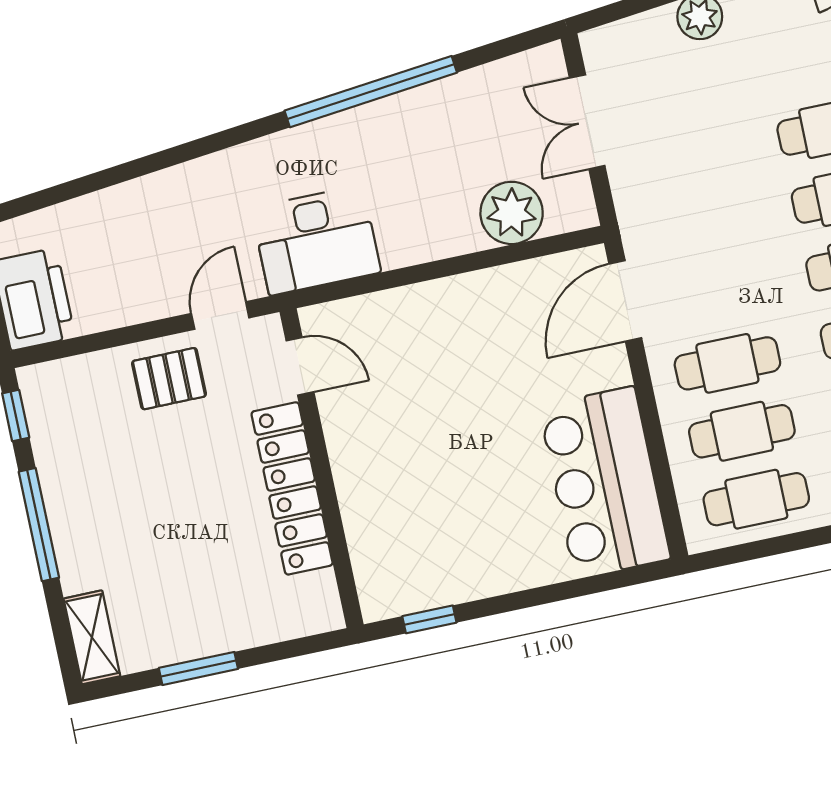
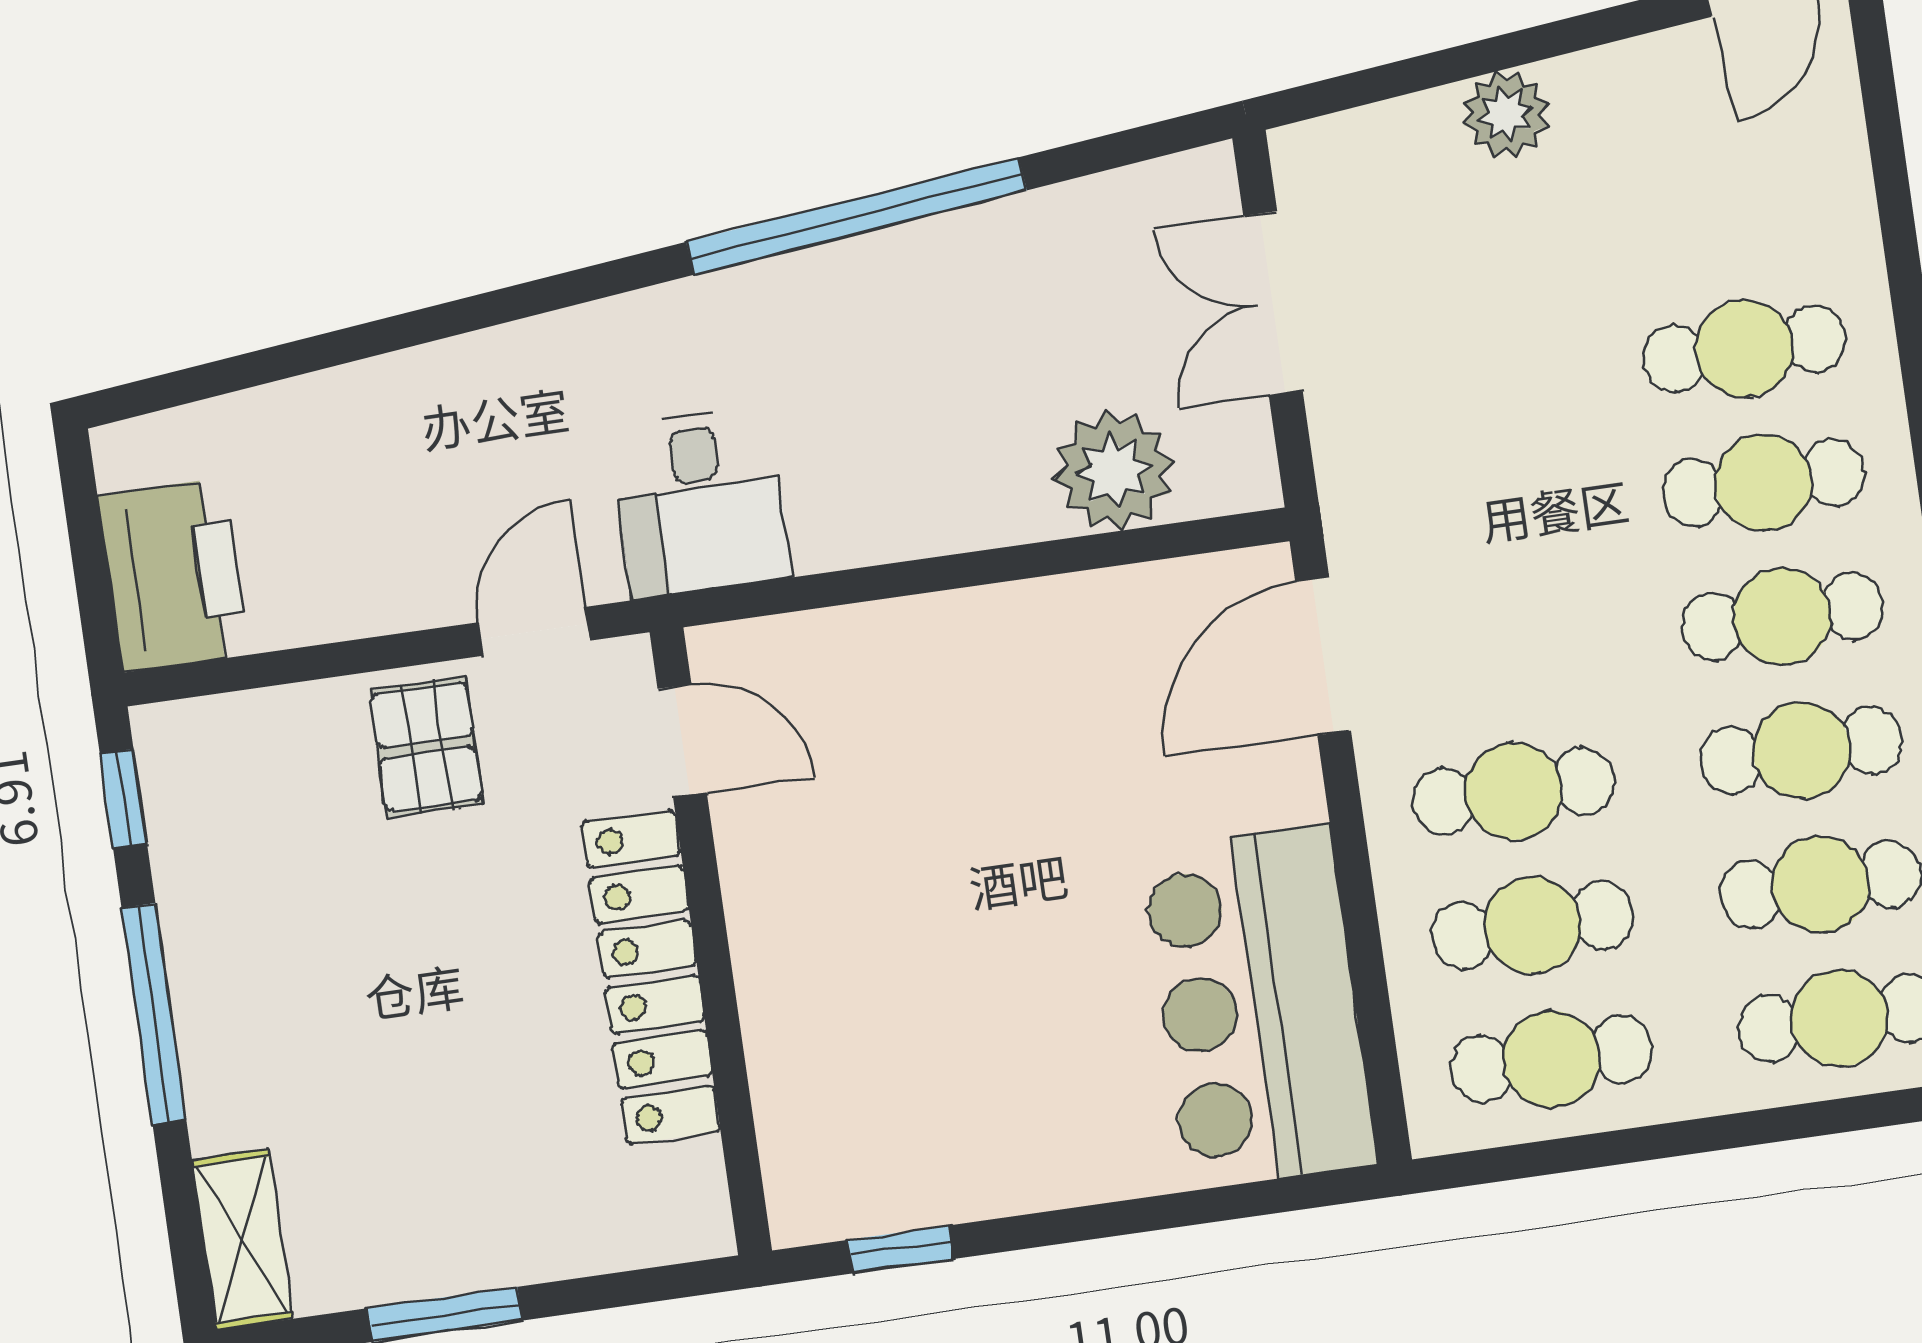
desk: (316, 240) -> (700, 502), width x0.73
pallet: (169, 379) -> (426, 747), turned 90

